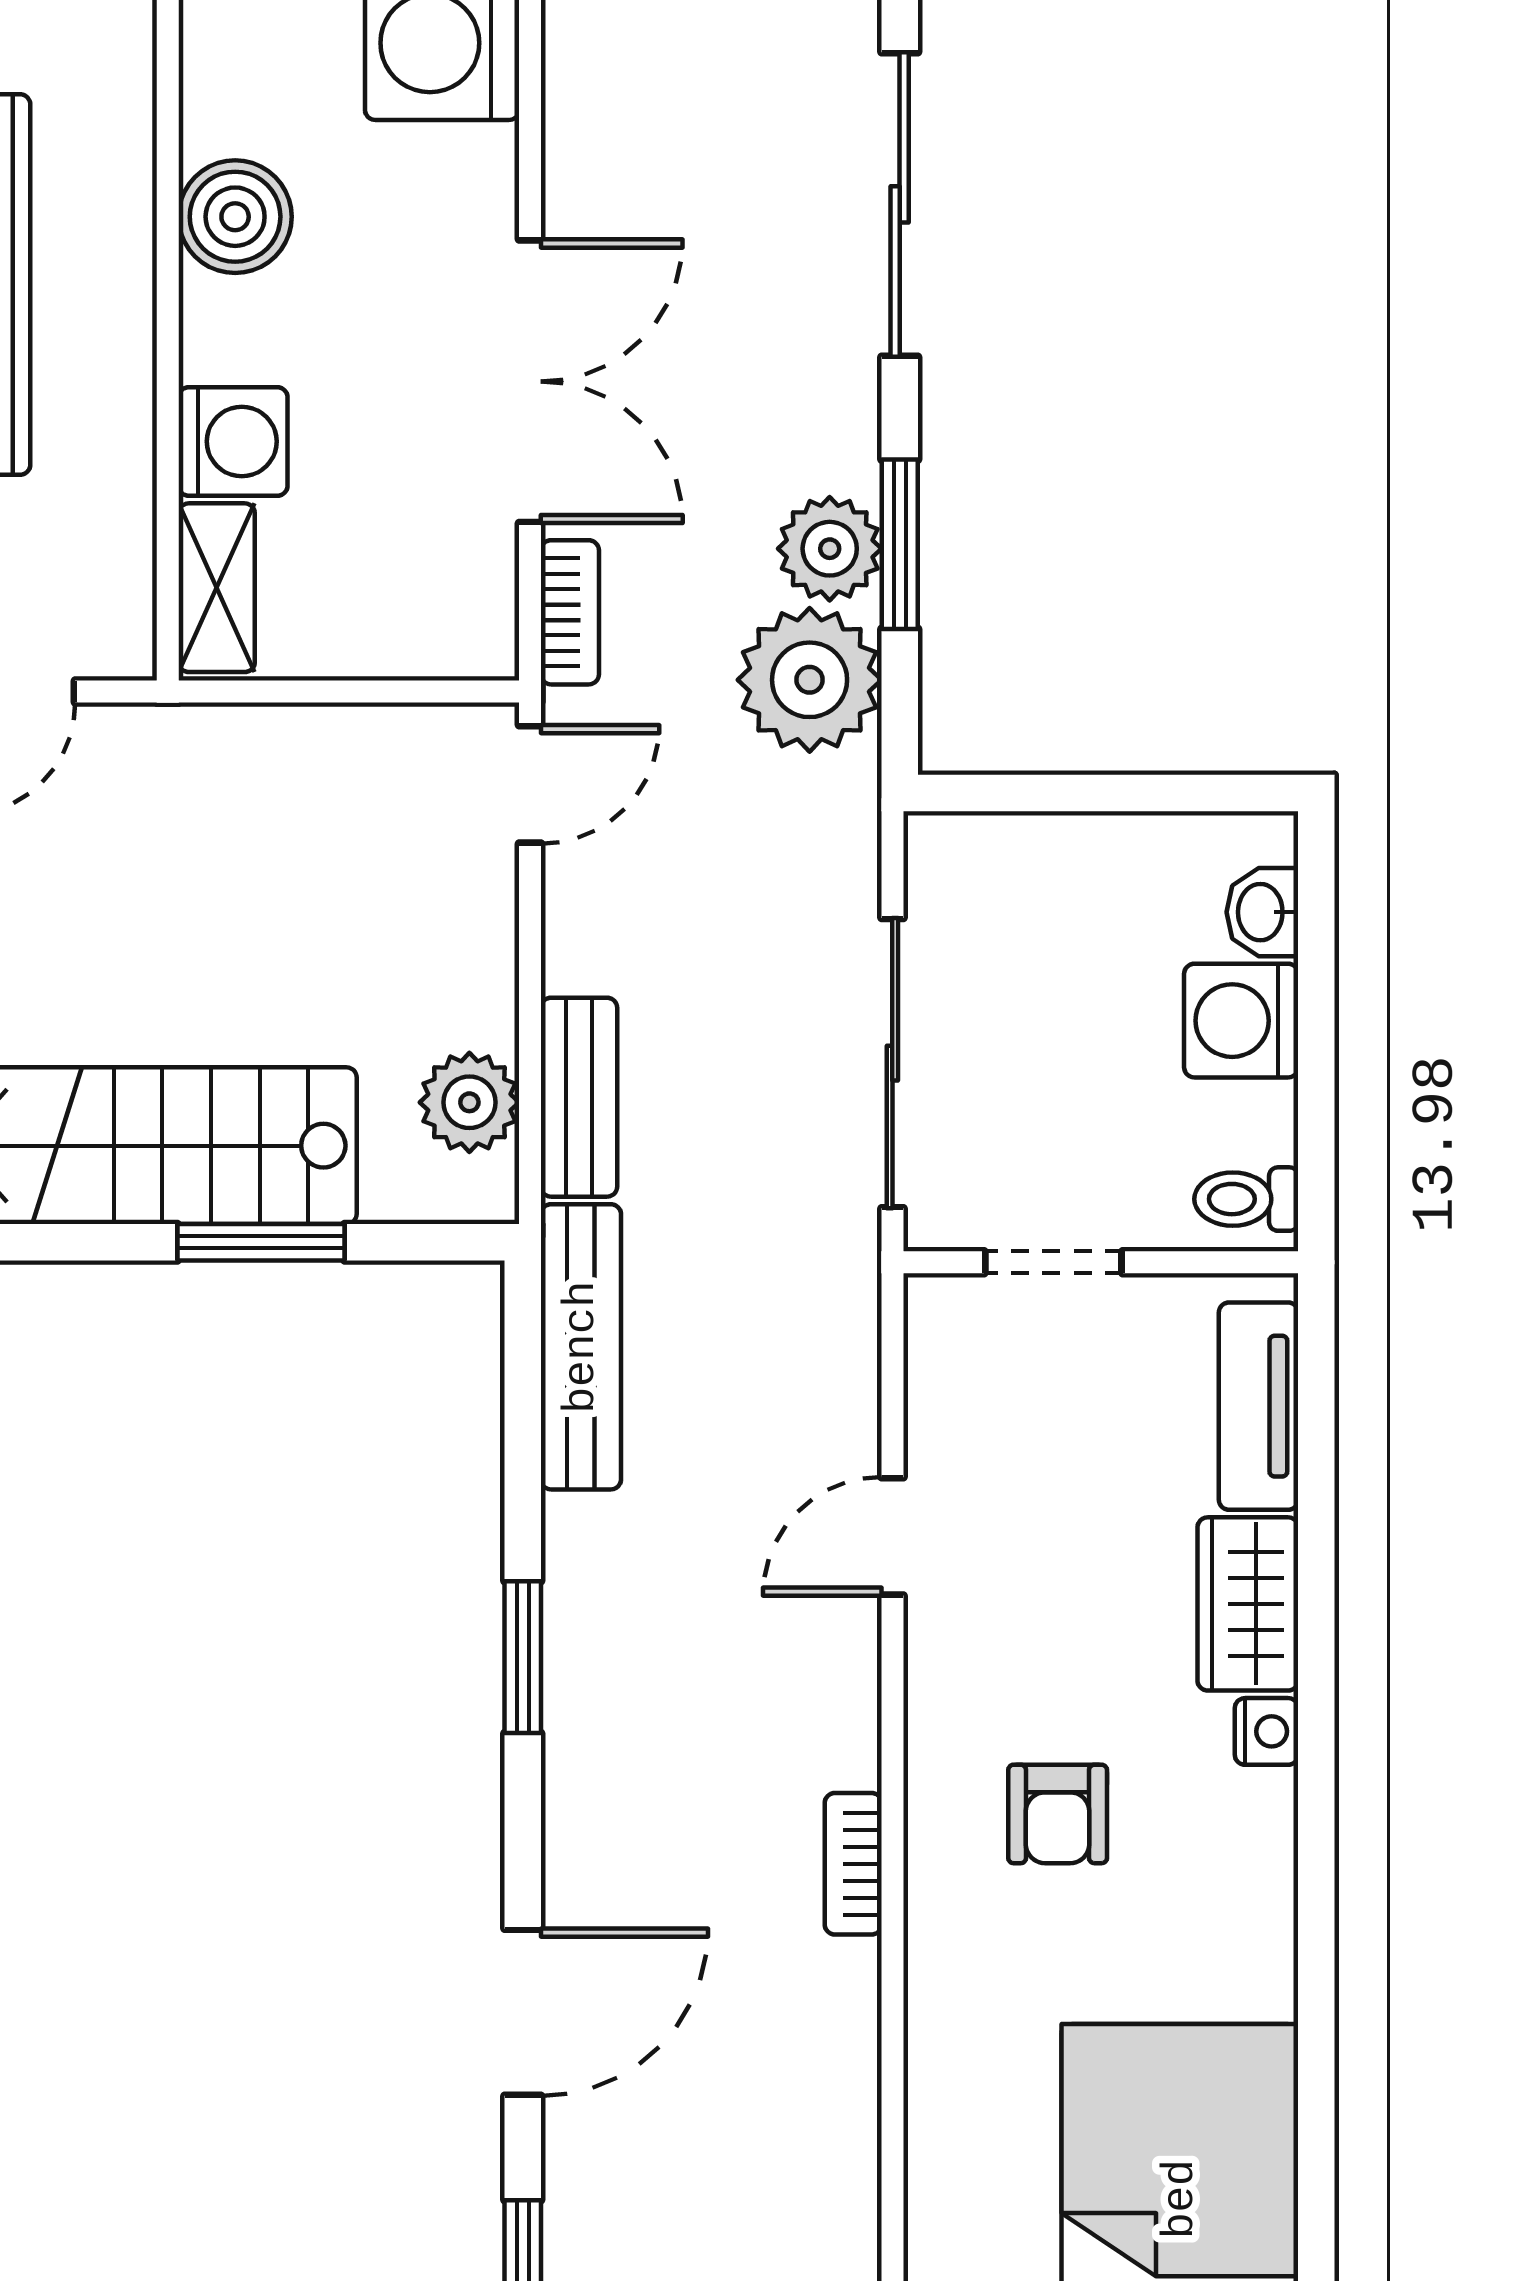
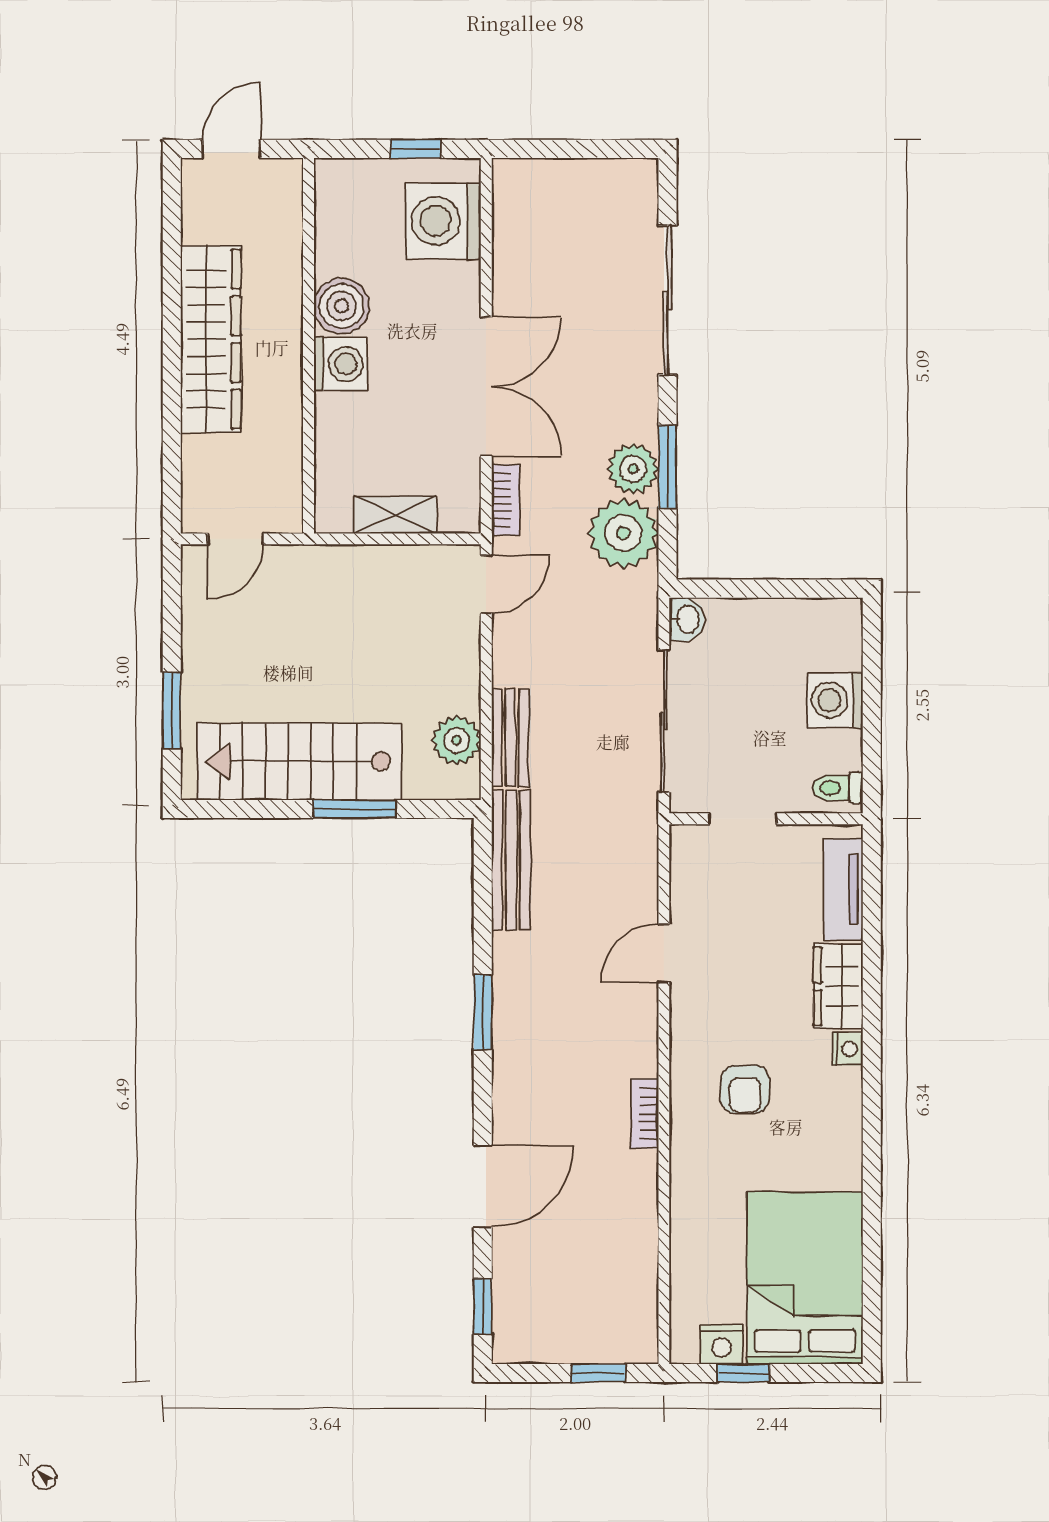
washing machine: (233, 441) -> (341, 364), moved
shelving: (217, 588) -> (395, 515), moved, turned 90
washbasin: (1262, 912) -> (687, 619), moved, turned 180

